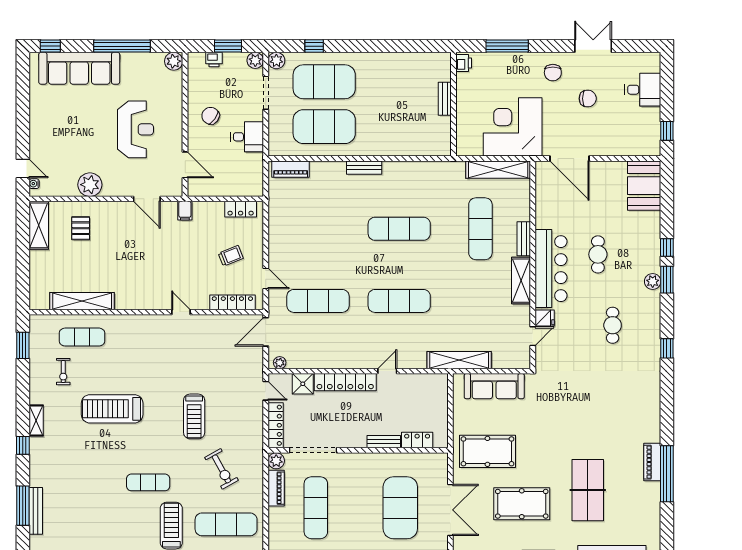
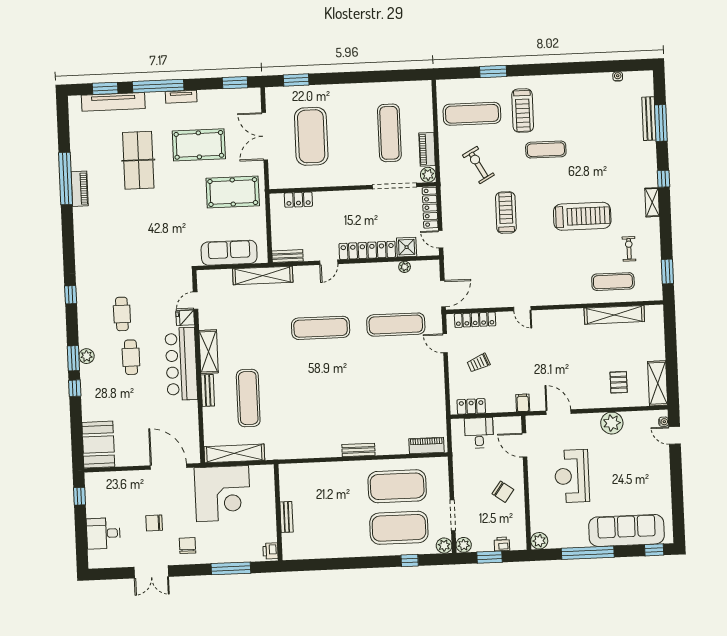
desk: (247, 137) -> (479, 433), moved, turned 90
exercise mat: (399, 229) -> (323, 395), removed
cafe table: (598, 254) -> (131, 357), moved
plant: (280, 363) -> (405, 267), moved
bench: (384, 442) -> (287, 256), moved

